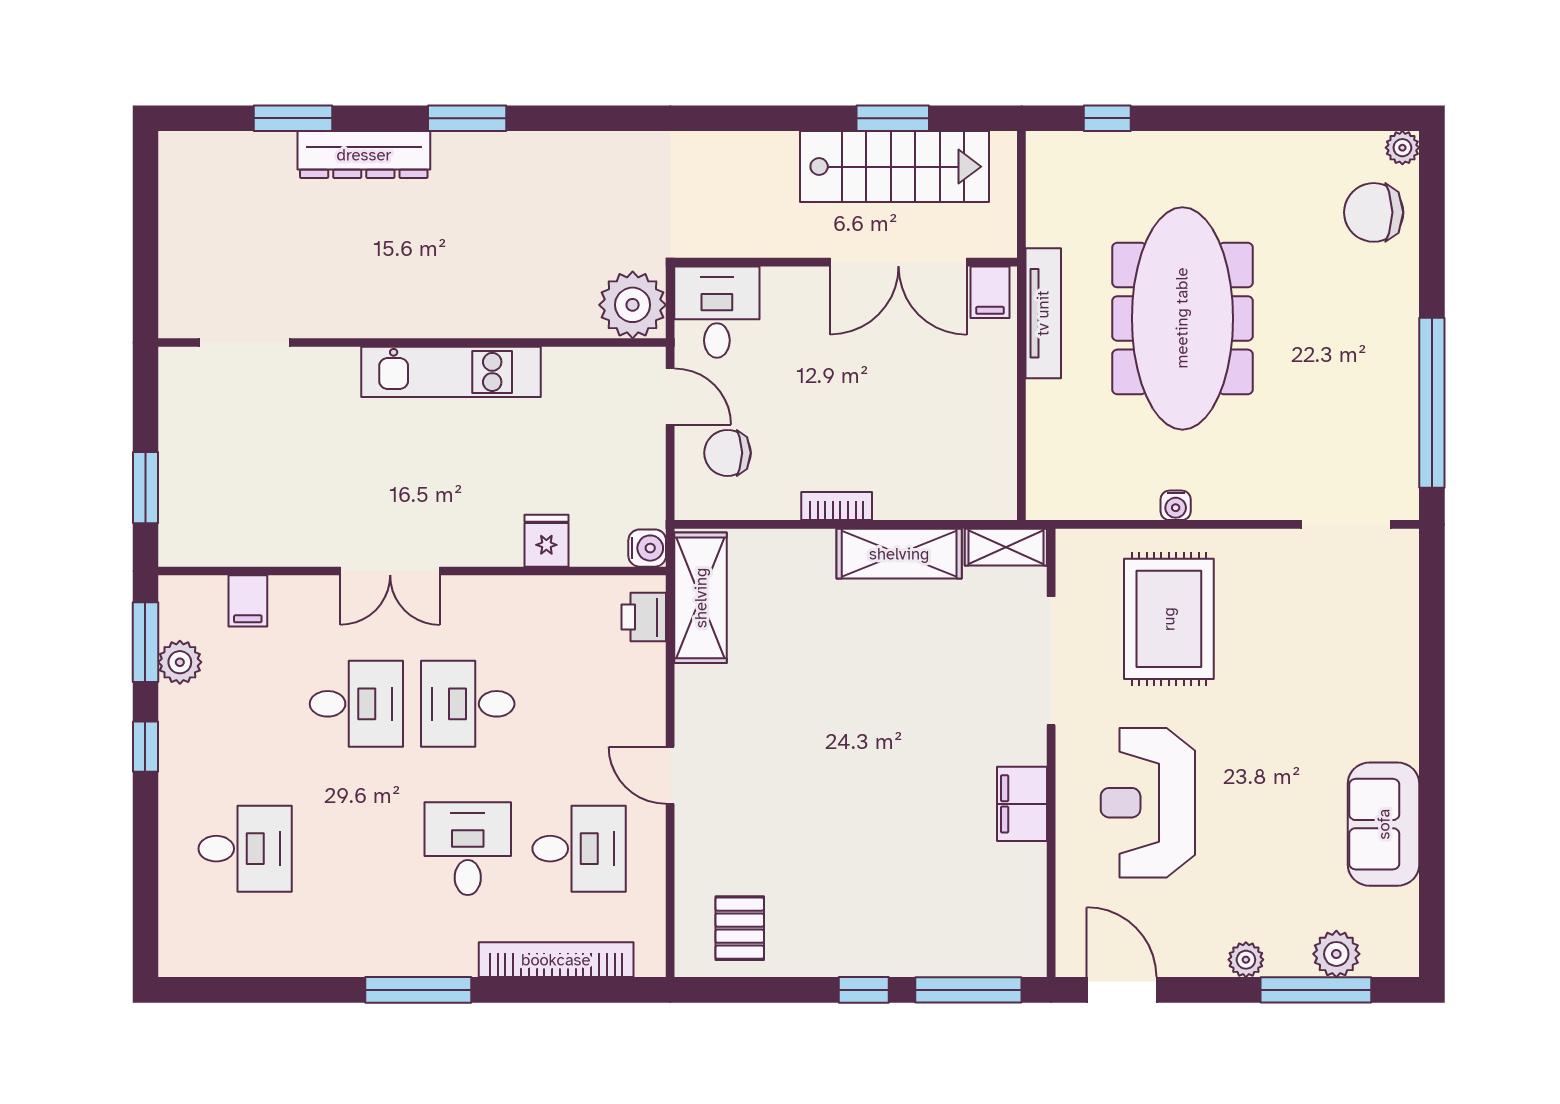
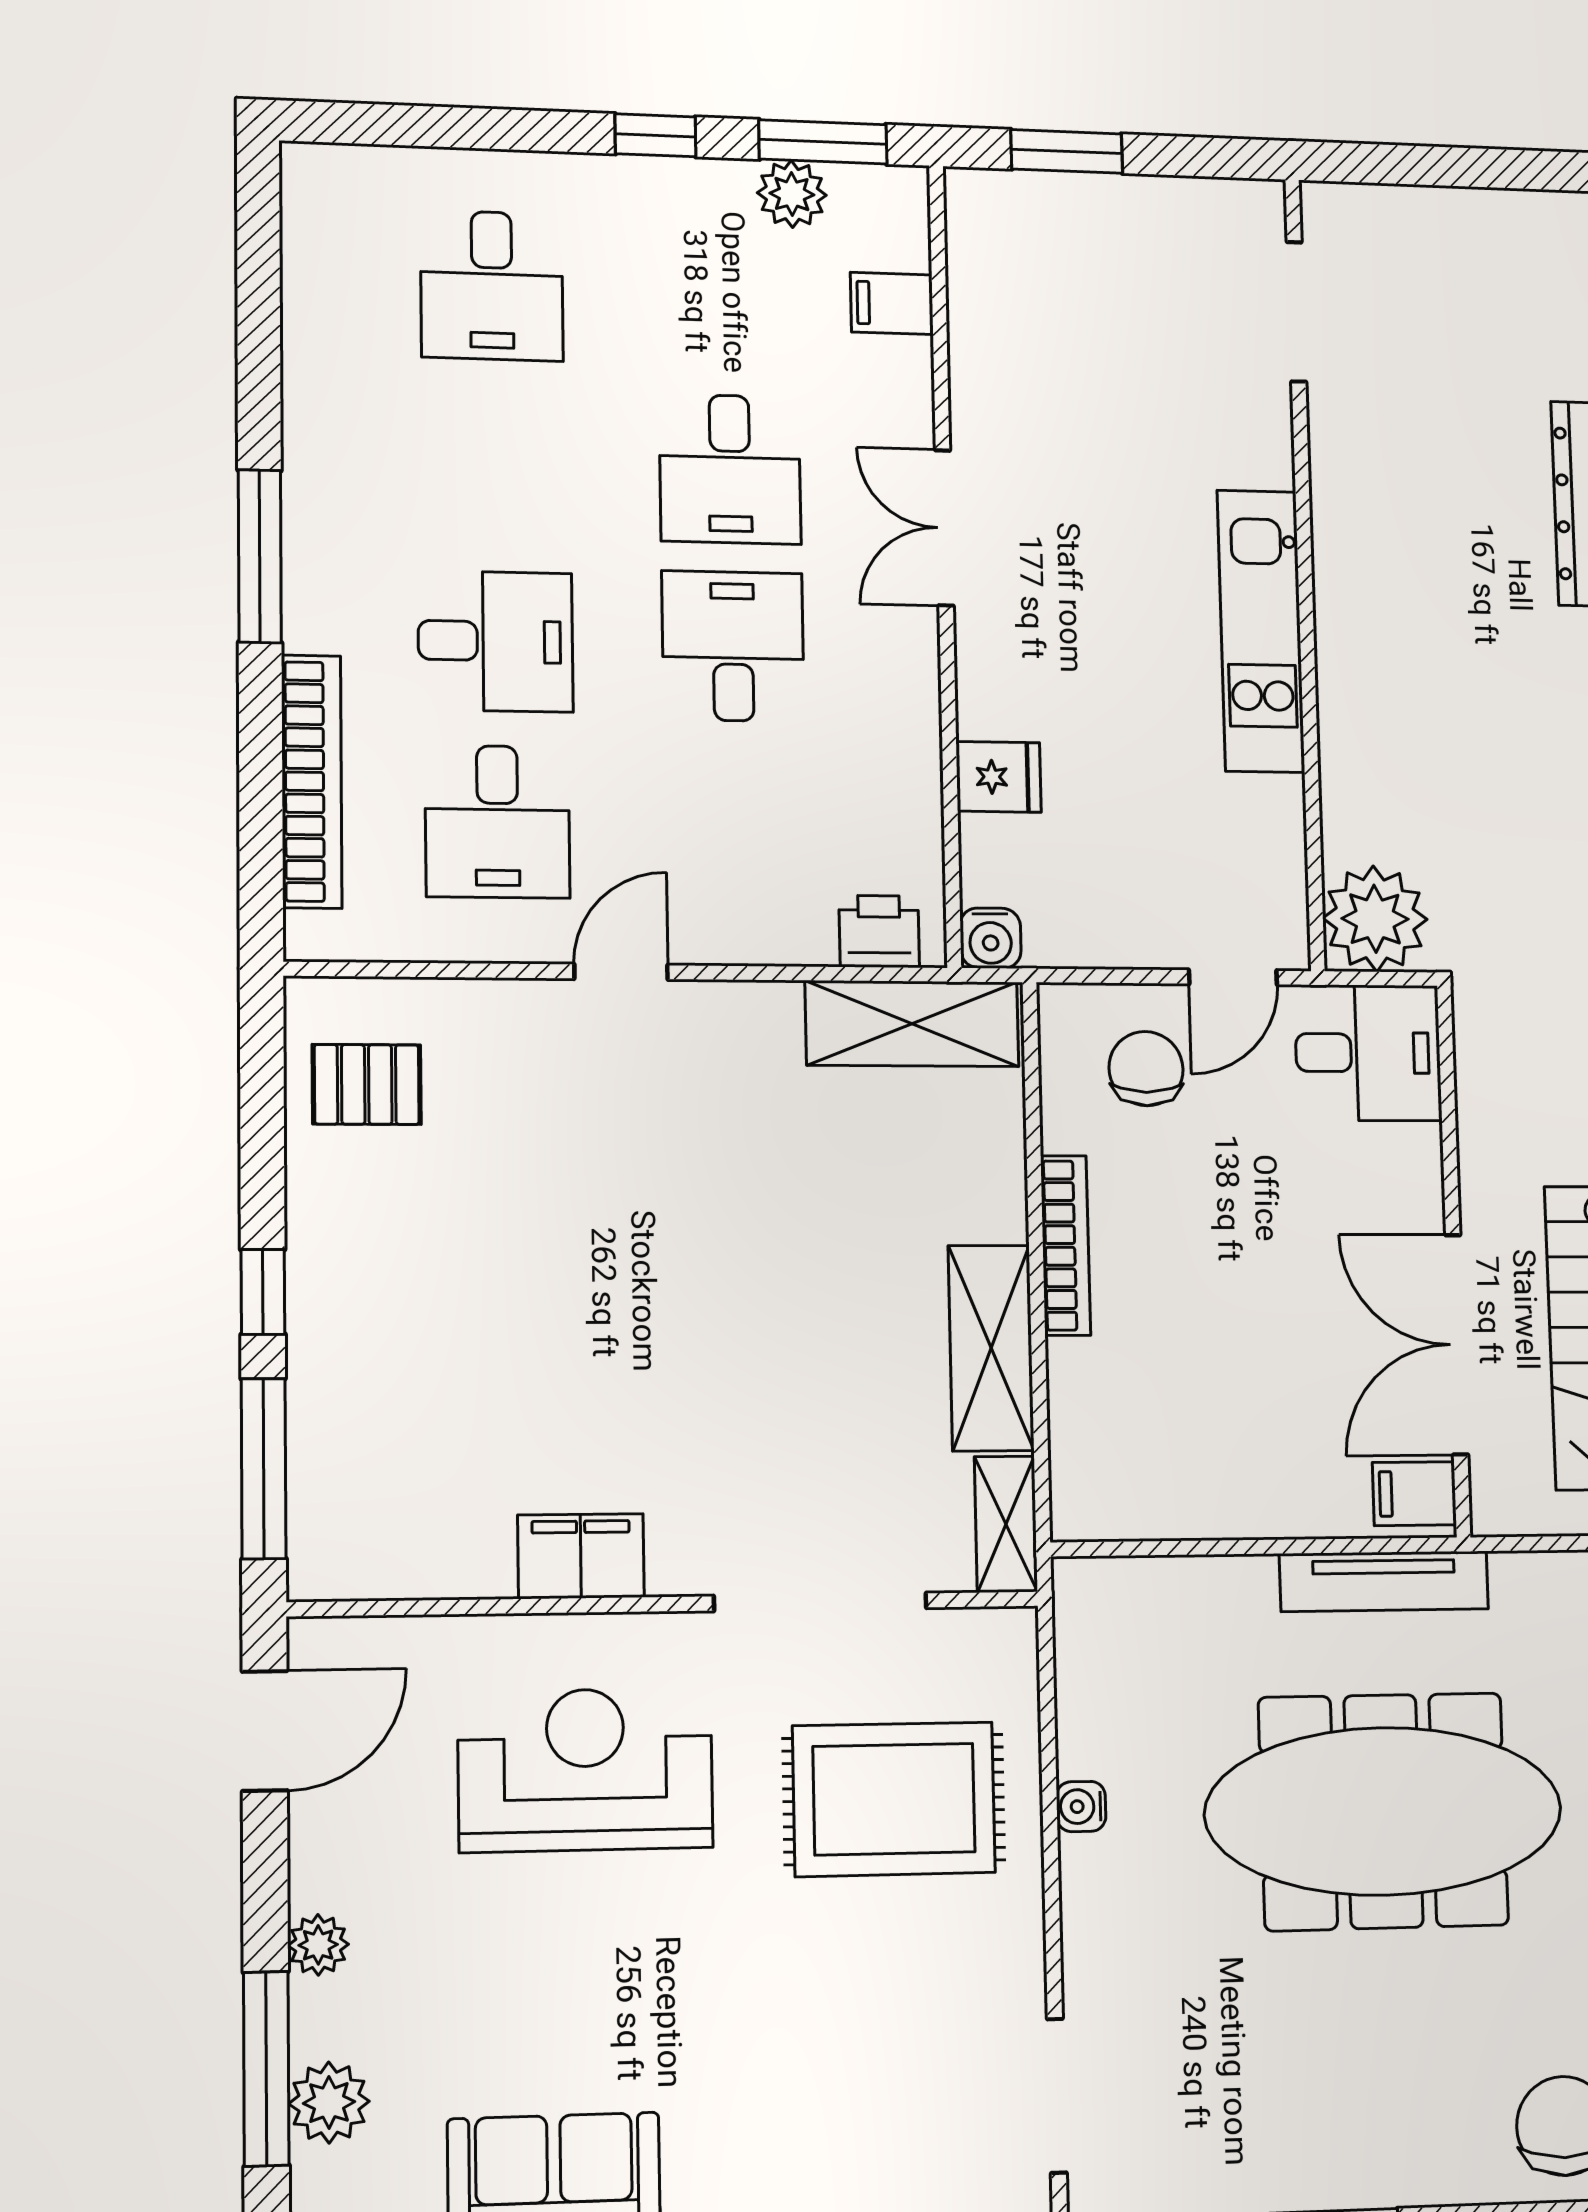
bookcase: (837, 506) -> (1066, 1245), width x1.56

